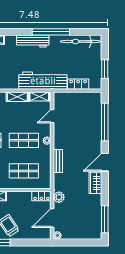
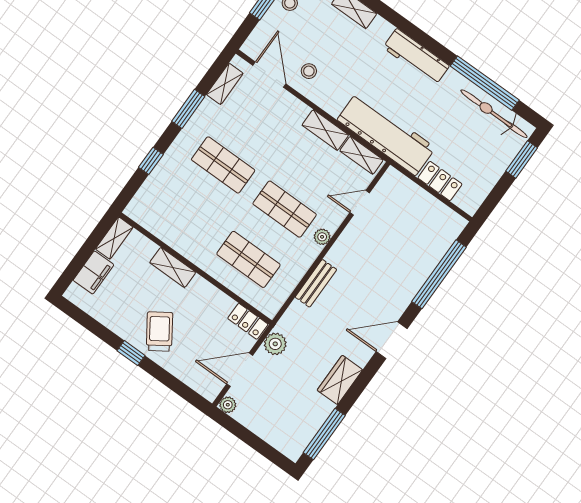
window: (51, 32) -> (485, 83), moved
window: (105, 69) -> (522, 159), moved
wardrobe: (95, 183) -> (340, 380), moved

